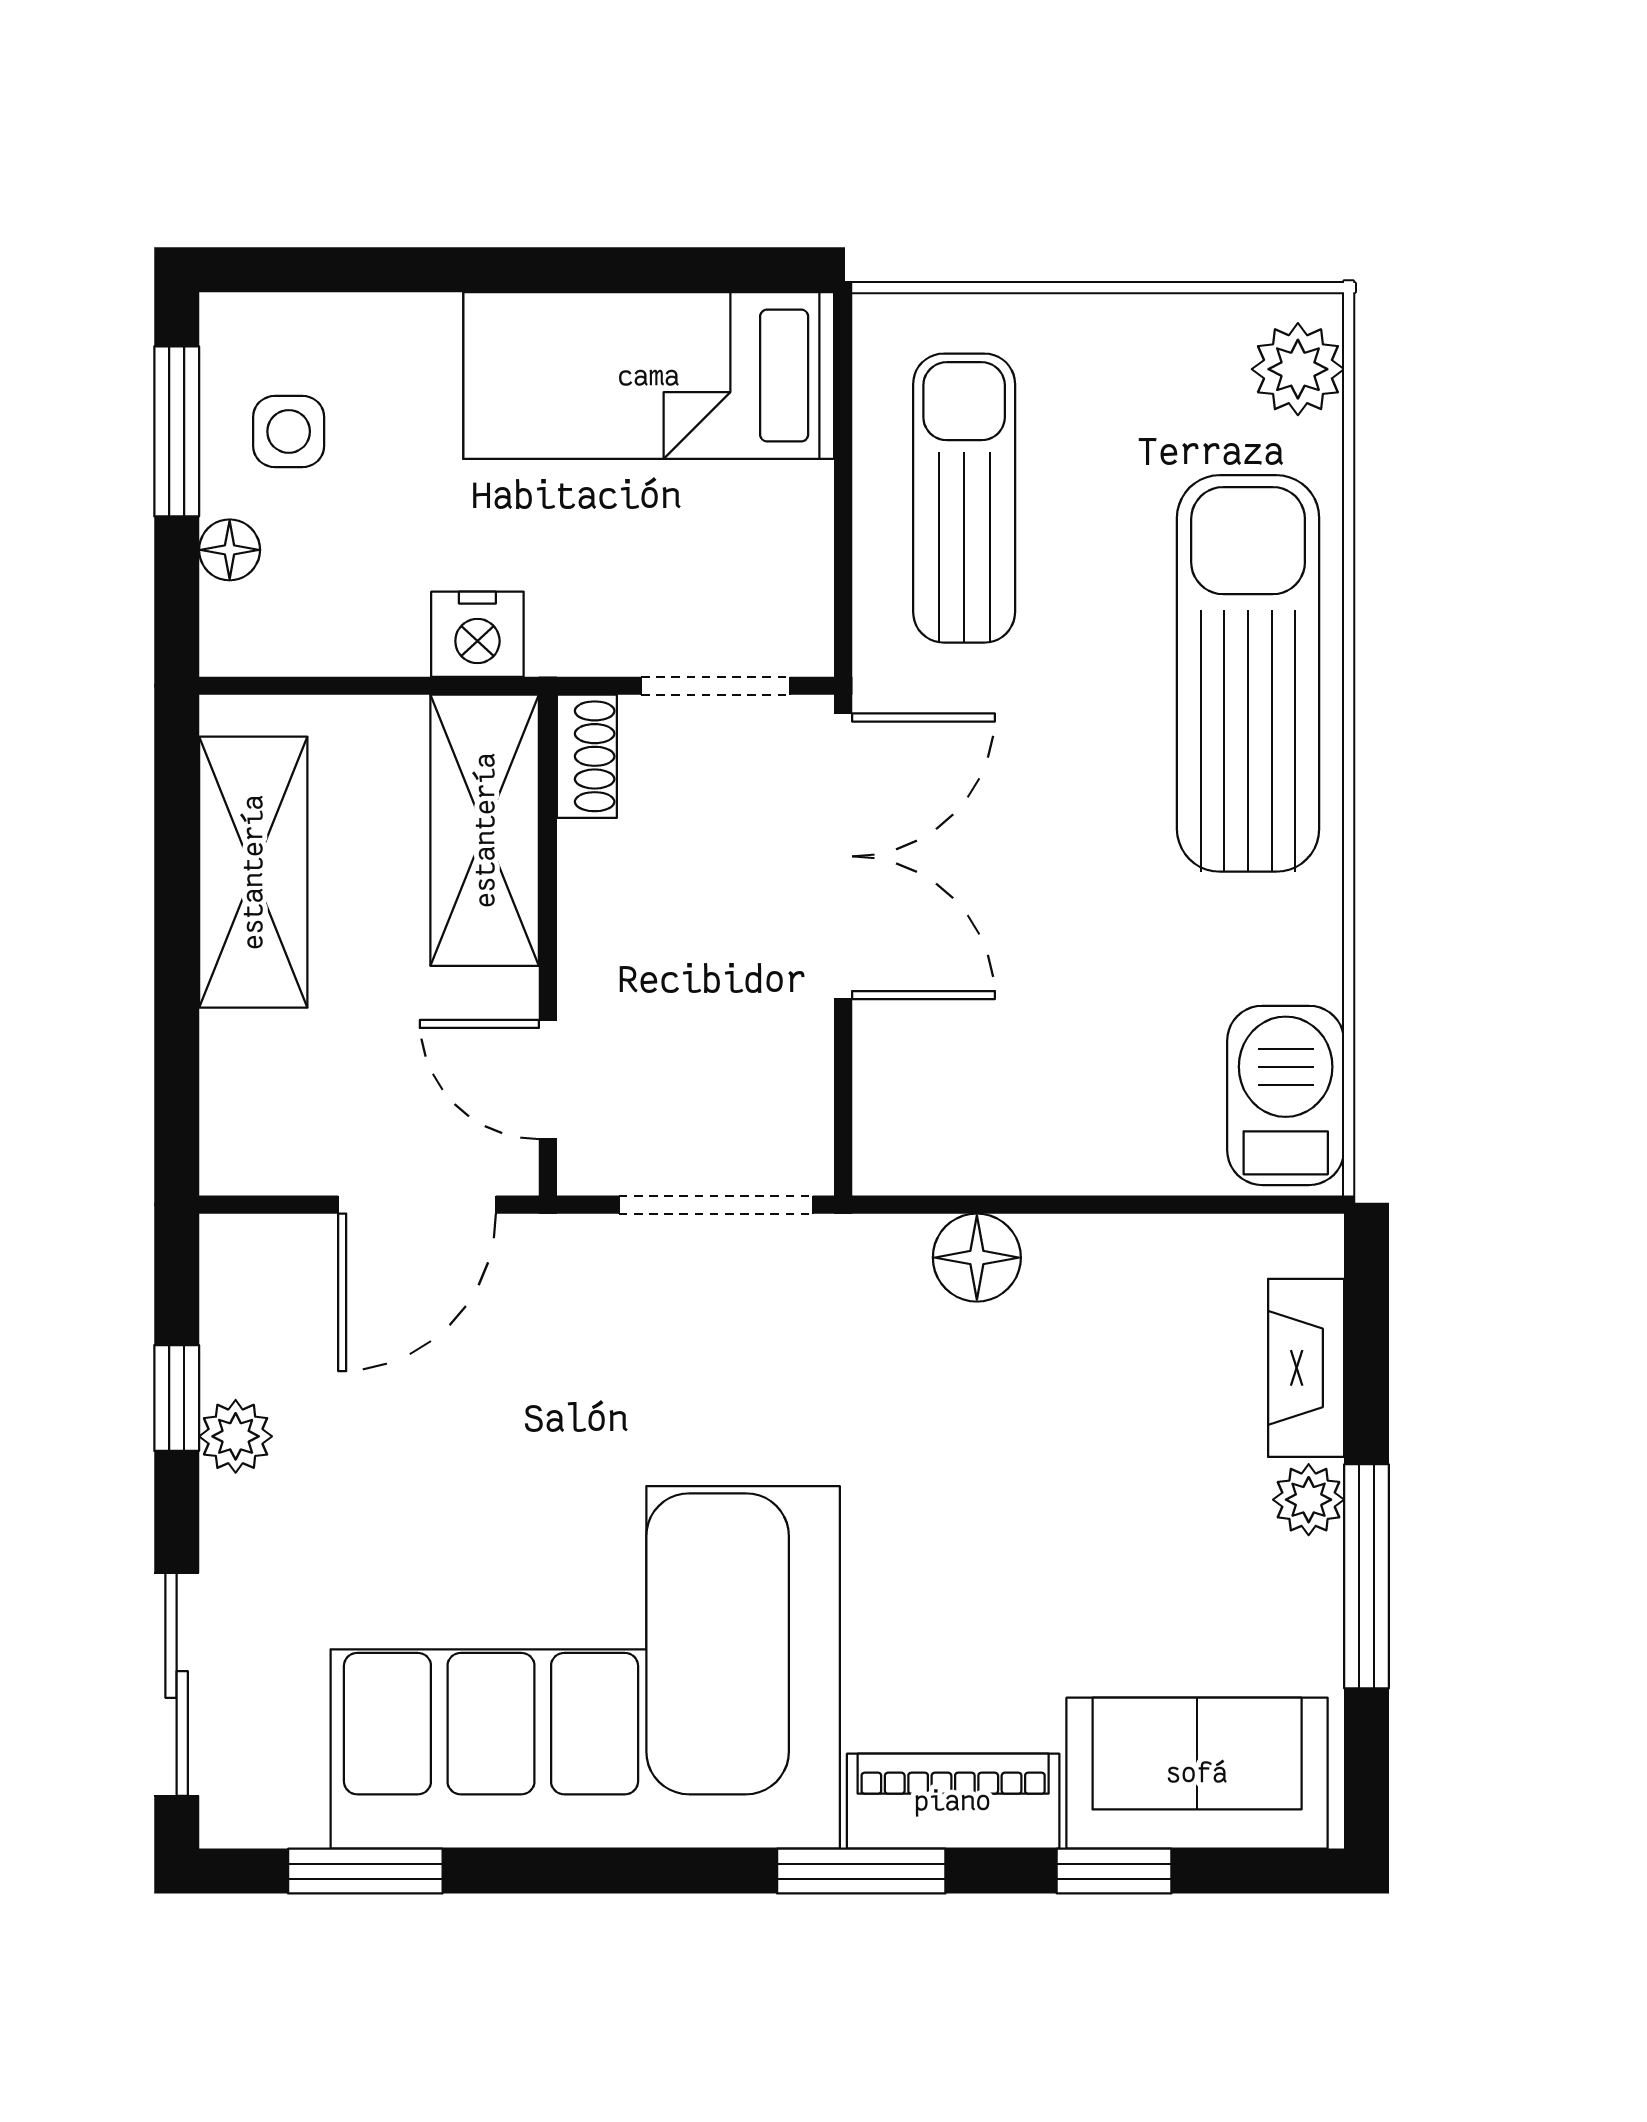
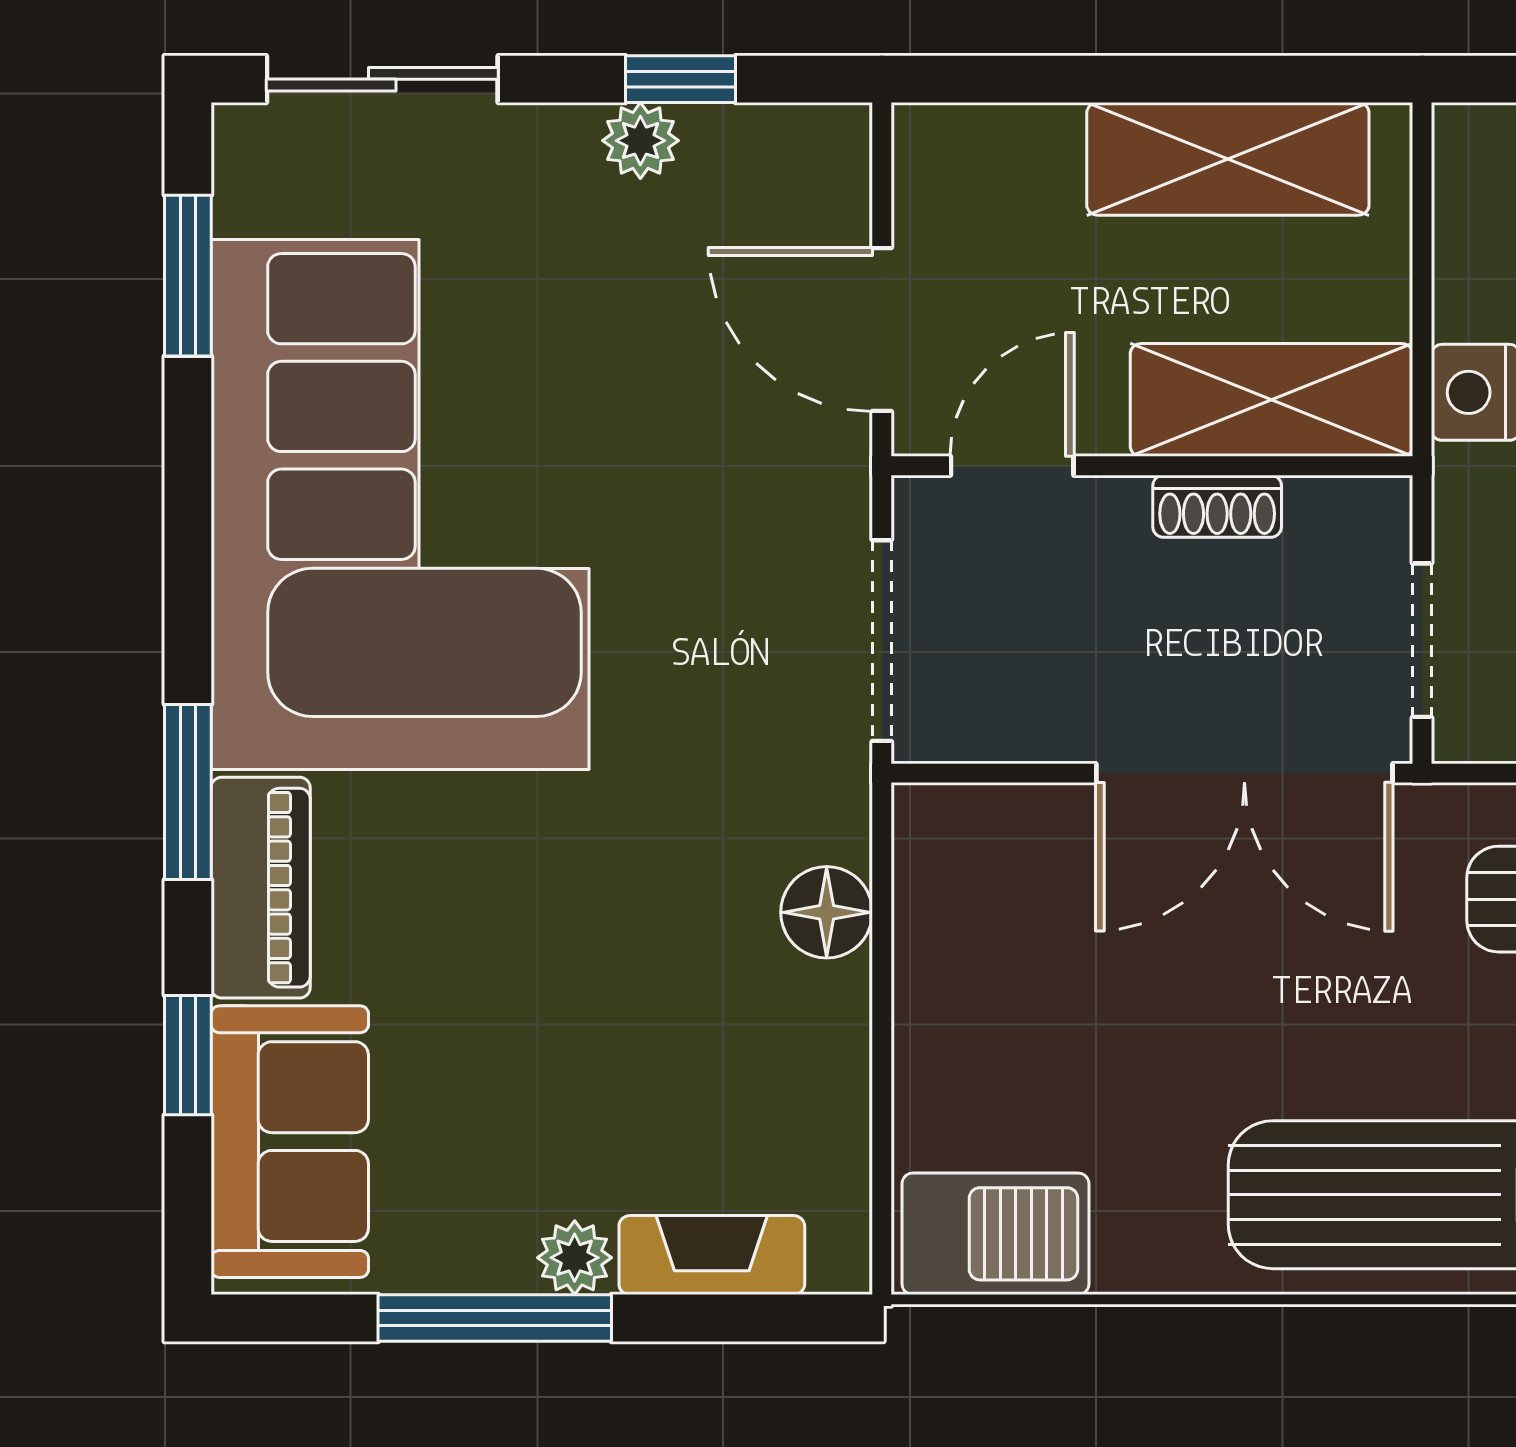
shoe rack: (587, 756) -> (1217, 506), moved

